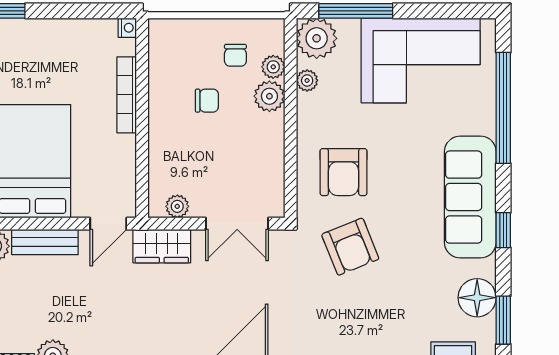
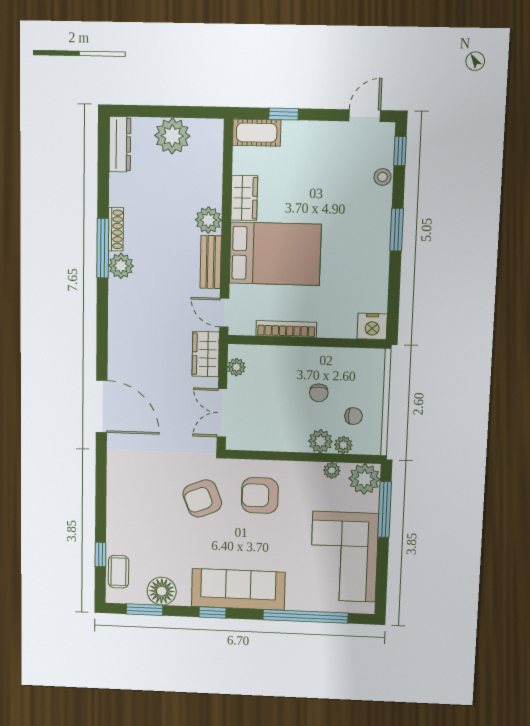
nightstand: (127, 28) -> (372, 326), width x1.89, depth x1.79
chair: (235, 55) -> (354, 416), turned 180
bookcase: (127, 95) -> (286, 329), moved

